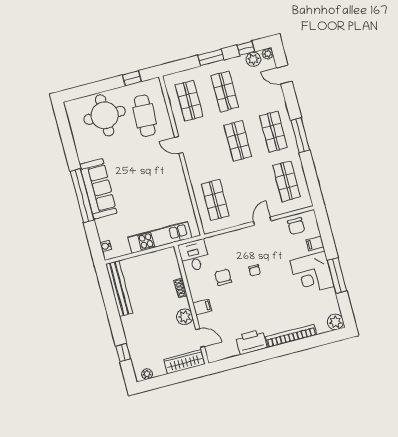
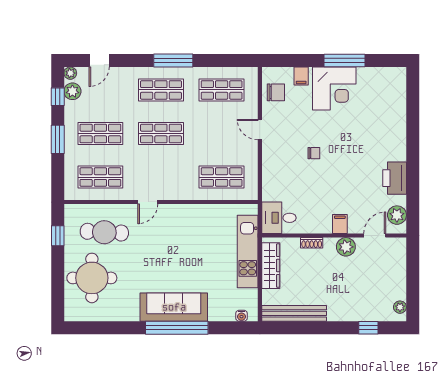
chair: (223, 277) -> (312, 191), removed
plant: (335, 322) -> (397, 215), moved
bookcase: (291, 336) -> (400, 131), removed
wardrobe: (185, 362) -> (271, 266), moved, turned 180

